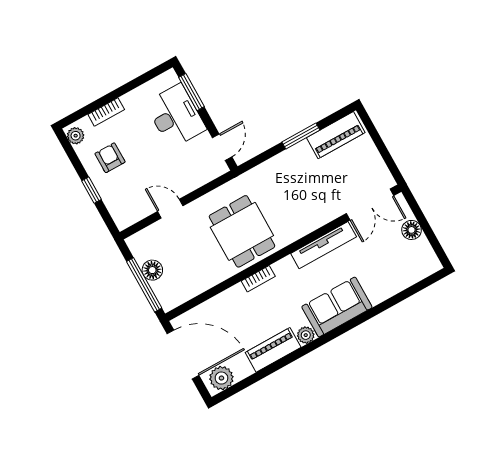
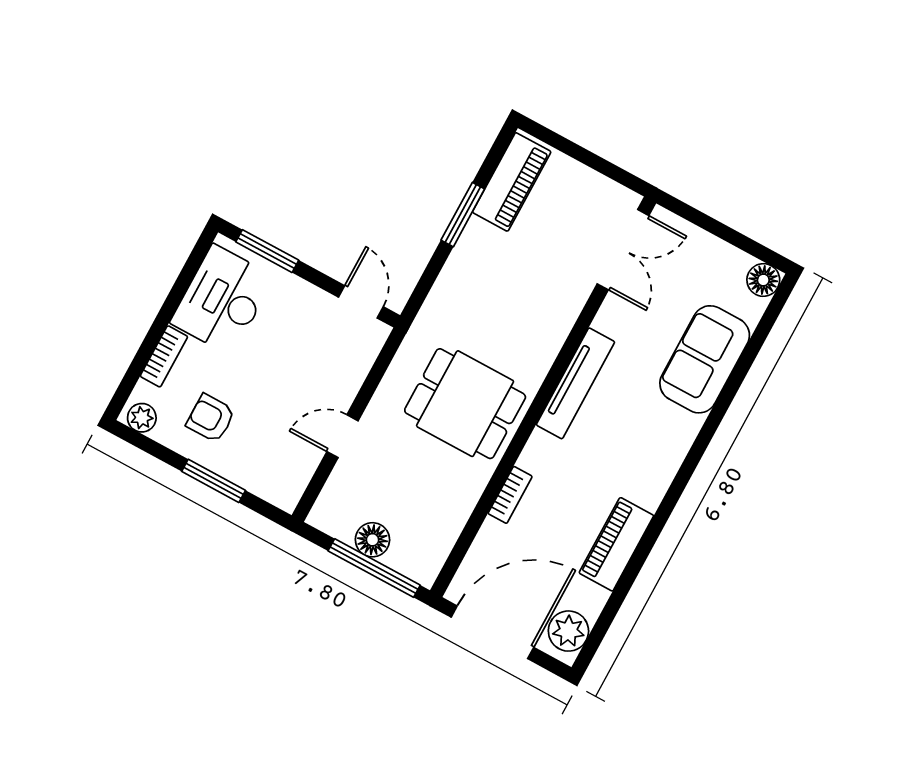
desk: (176, 116) -> (222, 300), moved, turned -90
window: (91, 190) -> (214, 481), width x1.50
floor lamp: (412, 230) -> (763, 280), moved
tv unit: (324, 245) -> (575, 383), moved
bookcase: (258, 279) -> (510, 495), moved
sofa: (337, 307) -> (705, 359), moved
plant: (306, 335) -> (650, 494), removed

